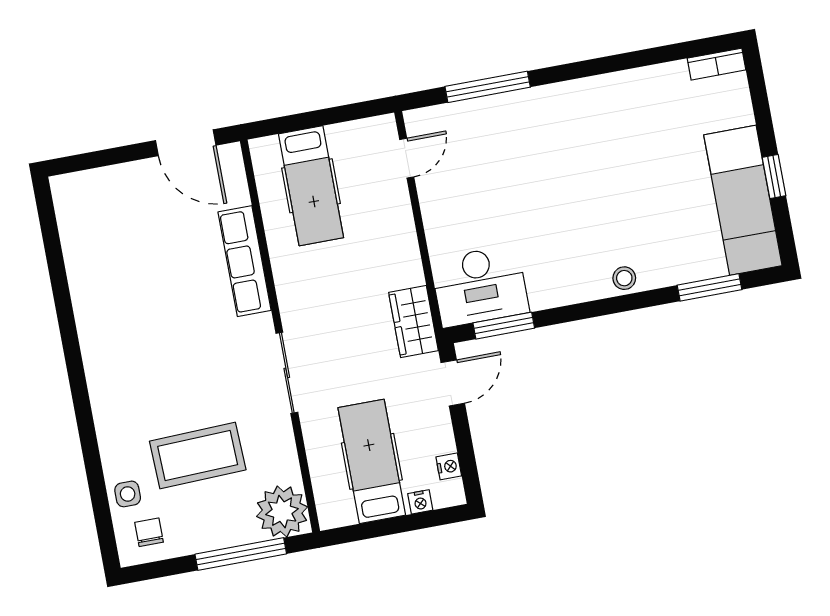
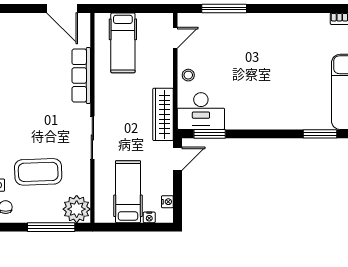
stool: (624, 278) -> (188, 75), moved
wardrobe: (414, 322) -> (163, 114), width x1.50

